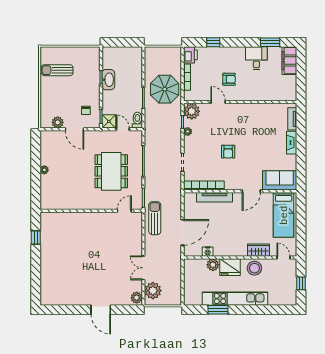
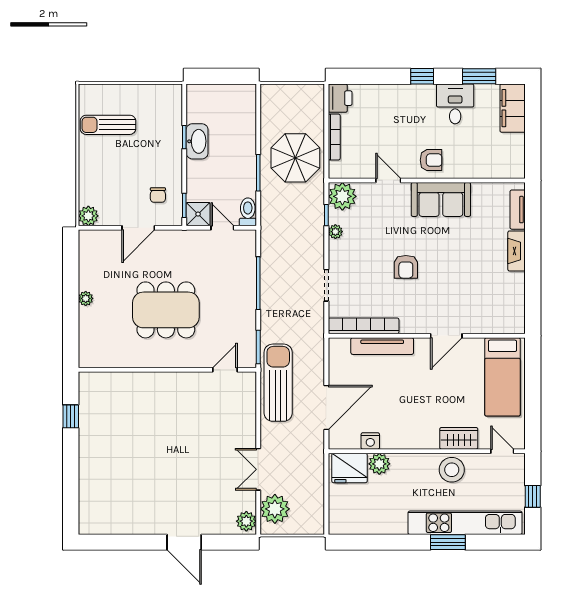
window: (213, 42) -> (422, 76), moved
armchair: (229, 79) -> (431, 160), moved
plant: (58, 122) -> (88, 216), moved
door: (74, 129) -> (138, 228), hinge flipped
dining table: (111, 171) -> (166, 310), moved, turned 90
sofa: (280, 180) -> (441, 199), moved, turned 180
sun lounger: (155, 218) -> (278, 383), width x1.36, depth x1.34
fridge: (230, 267) -> (349, 468), moved
kitchen unit: (235, 299) -> (465, 523), moved
window: (218, 310) -> (448, 542), moved

